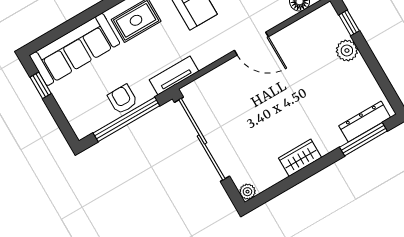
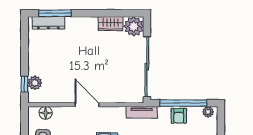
plant: (347, 51) -> (35, 83), moved
plant: (87, 127) -> (208, 112), added
wardrobe: (300, 158) -> (110, 24), moved
plant: (247, 192) -> (134, 26), width x1.87, depth x1.87

